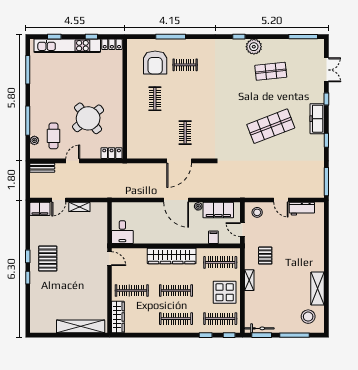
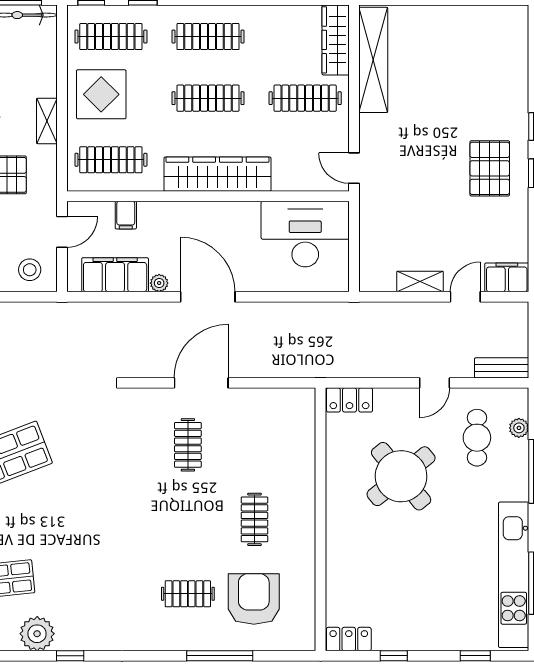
kitchen unit: (67, 46) -> (514, 575), moved, turned -90
door: (242, 230) -> (62, 232), hinge flipped
desk: (122, 232) -> (305, 234), width x1.87, depth x1.30
shelving: (81, 326) -> (373, 60), moved, turned 90

